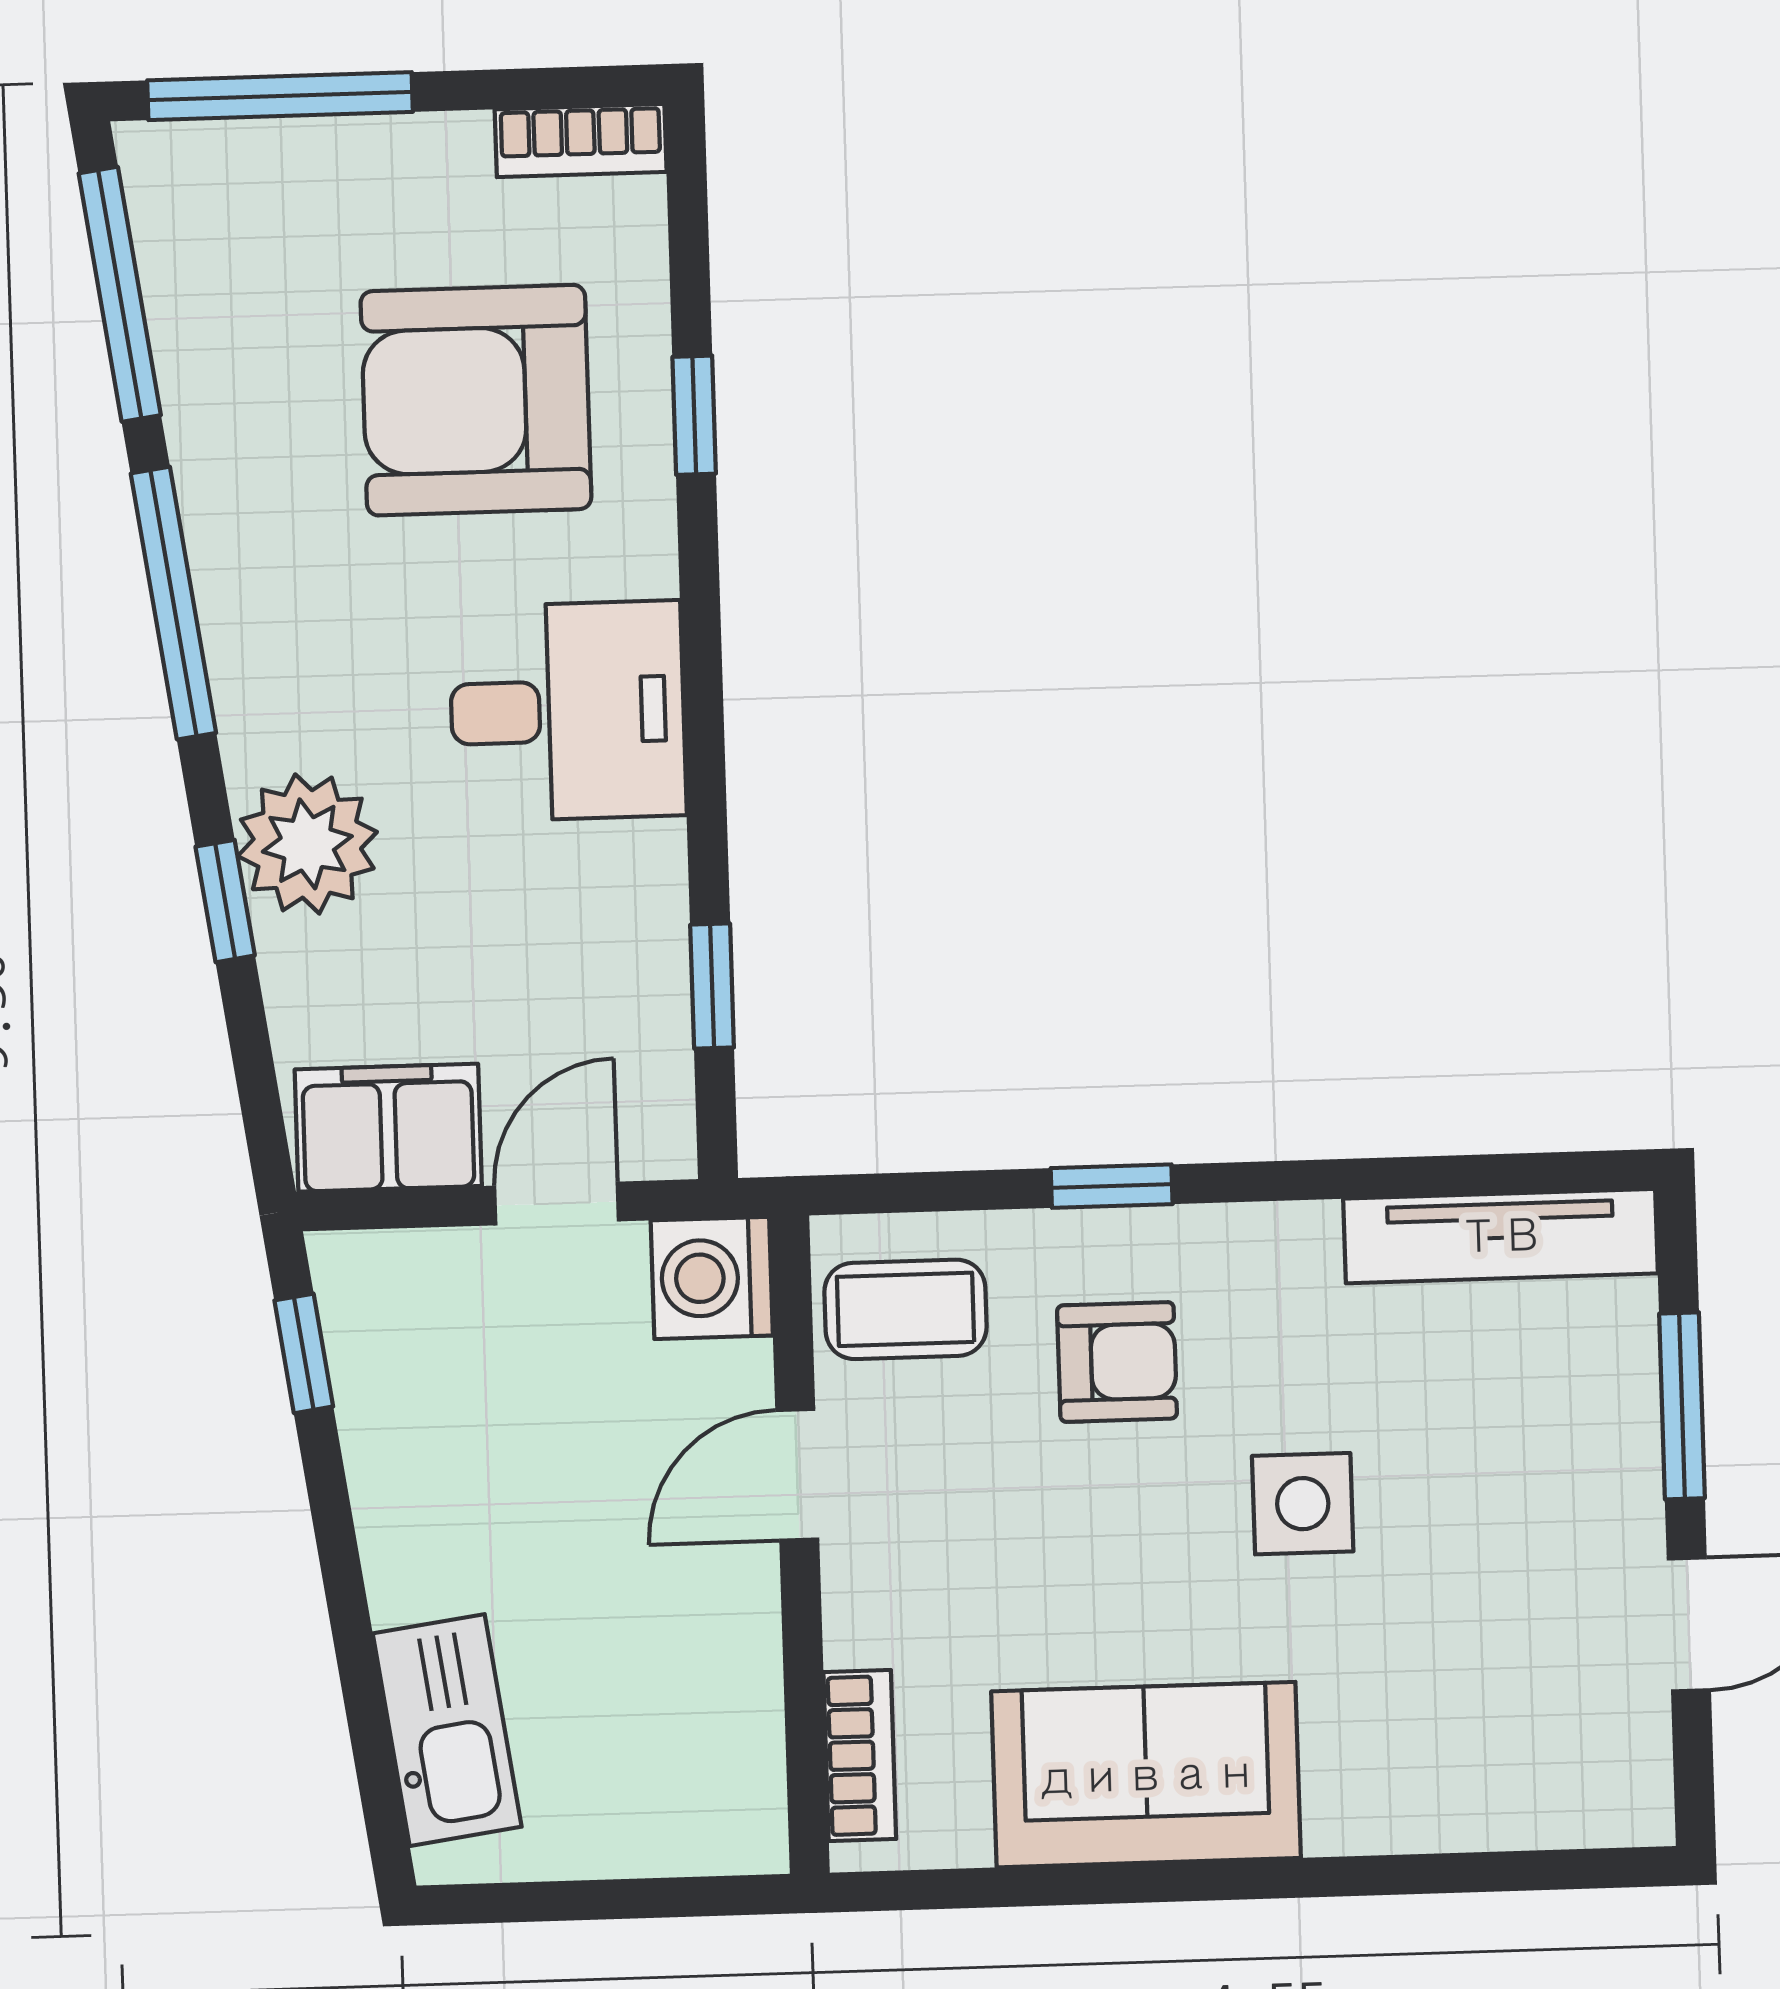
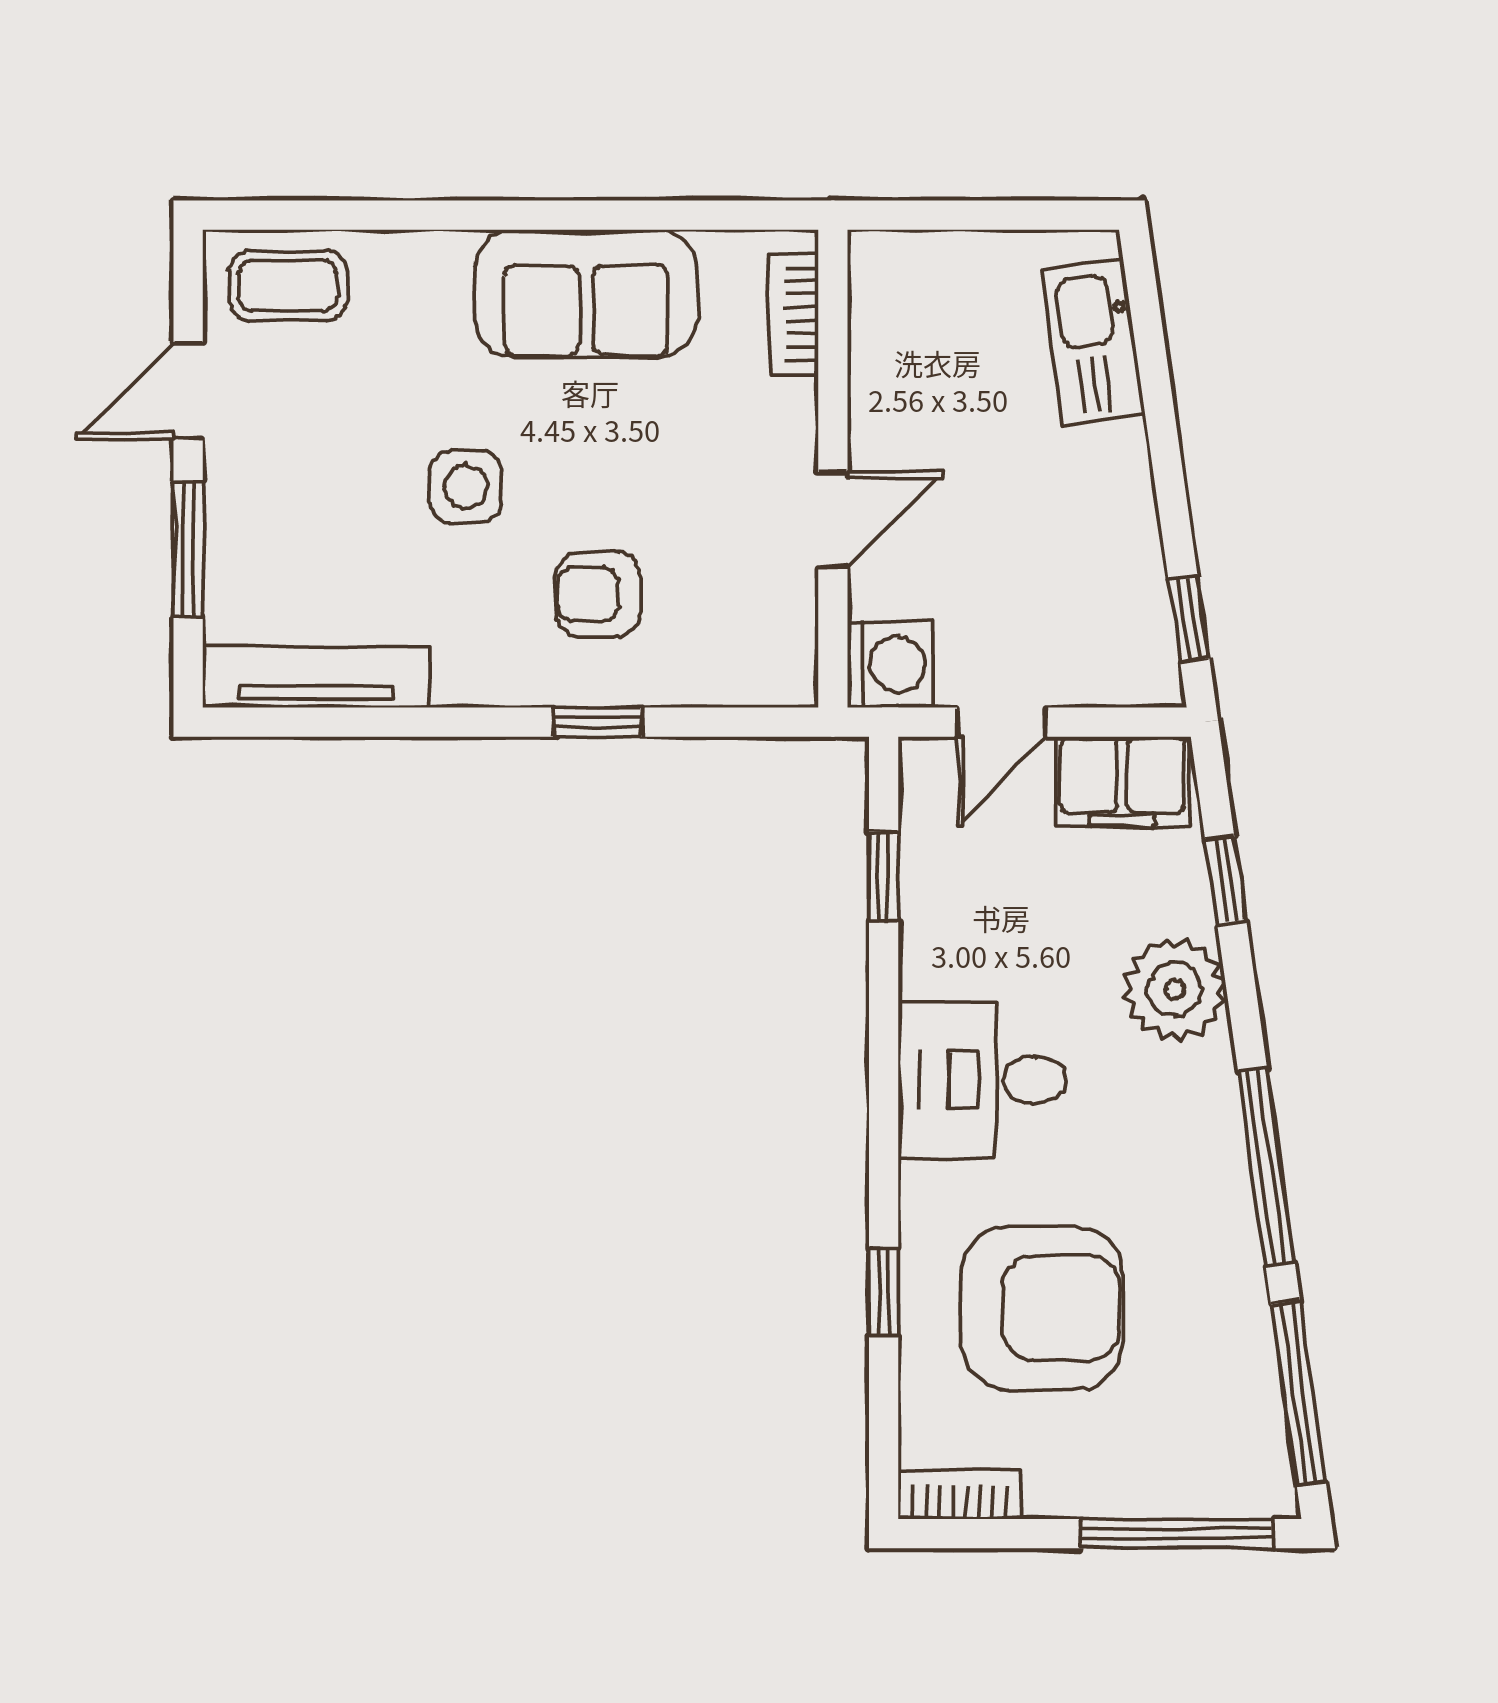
window: (225, 901) -> (1226, 880), moved
coffee table: (906, 1309) -> (288, 286), moved

